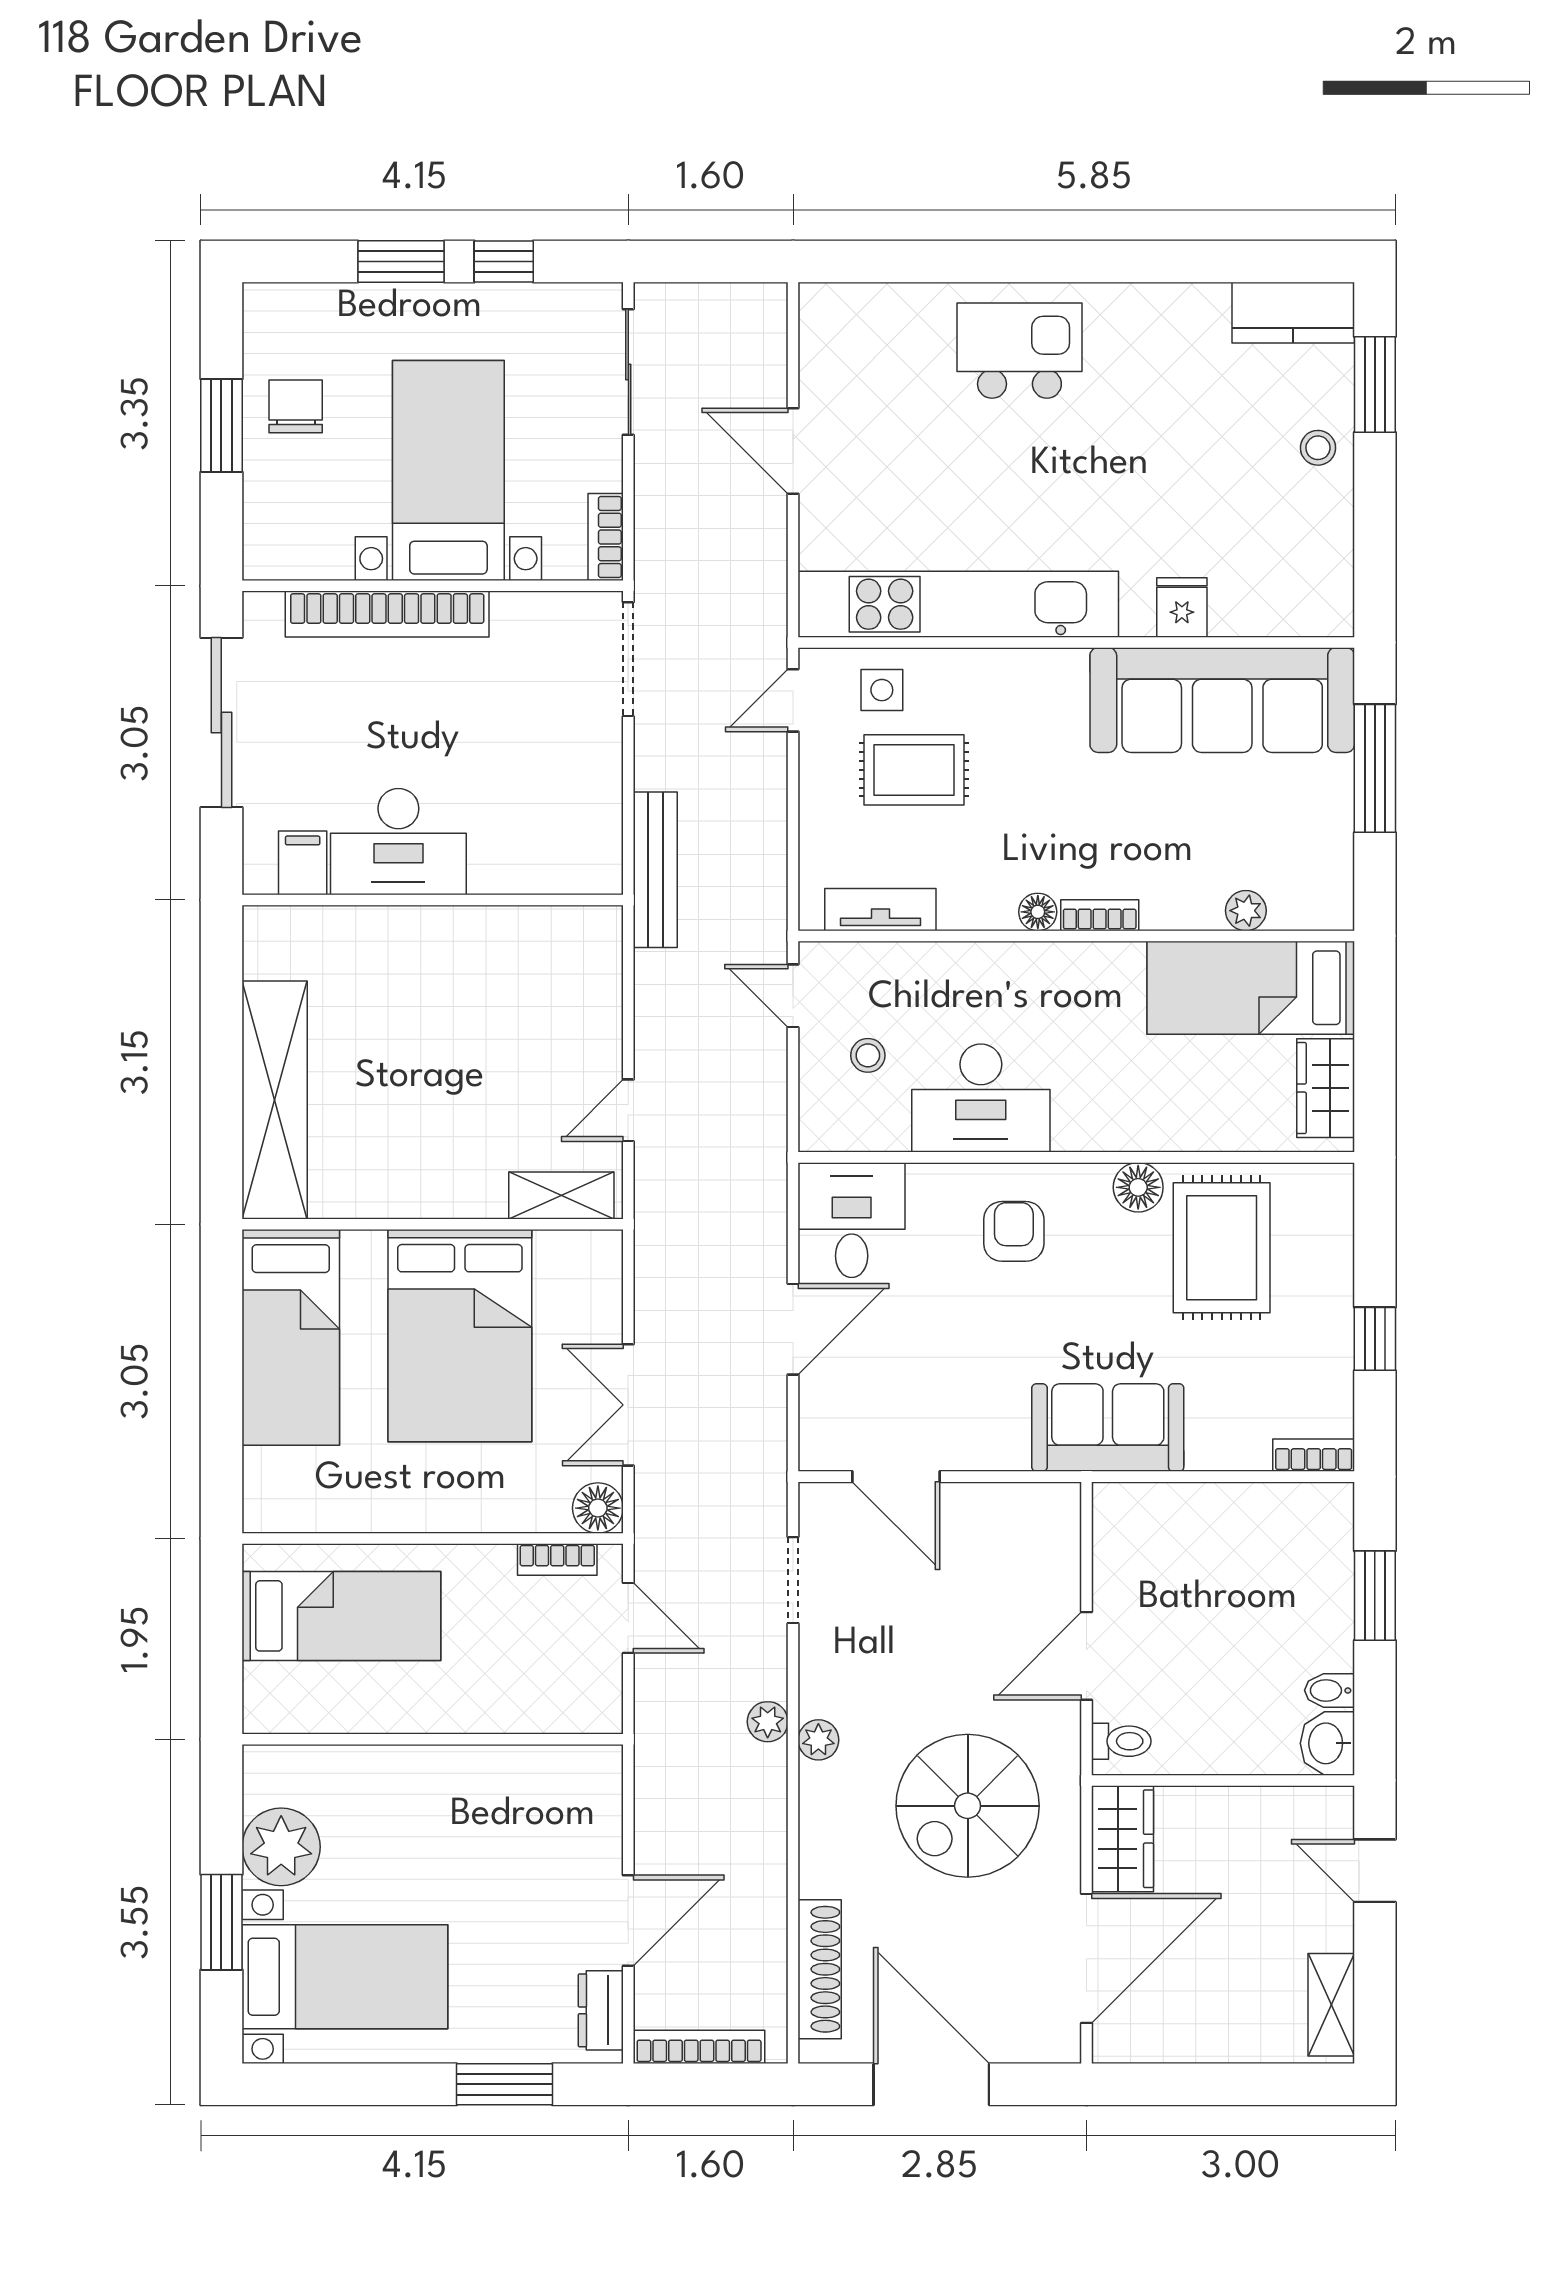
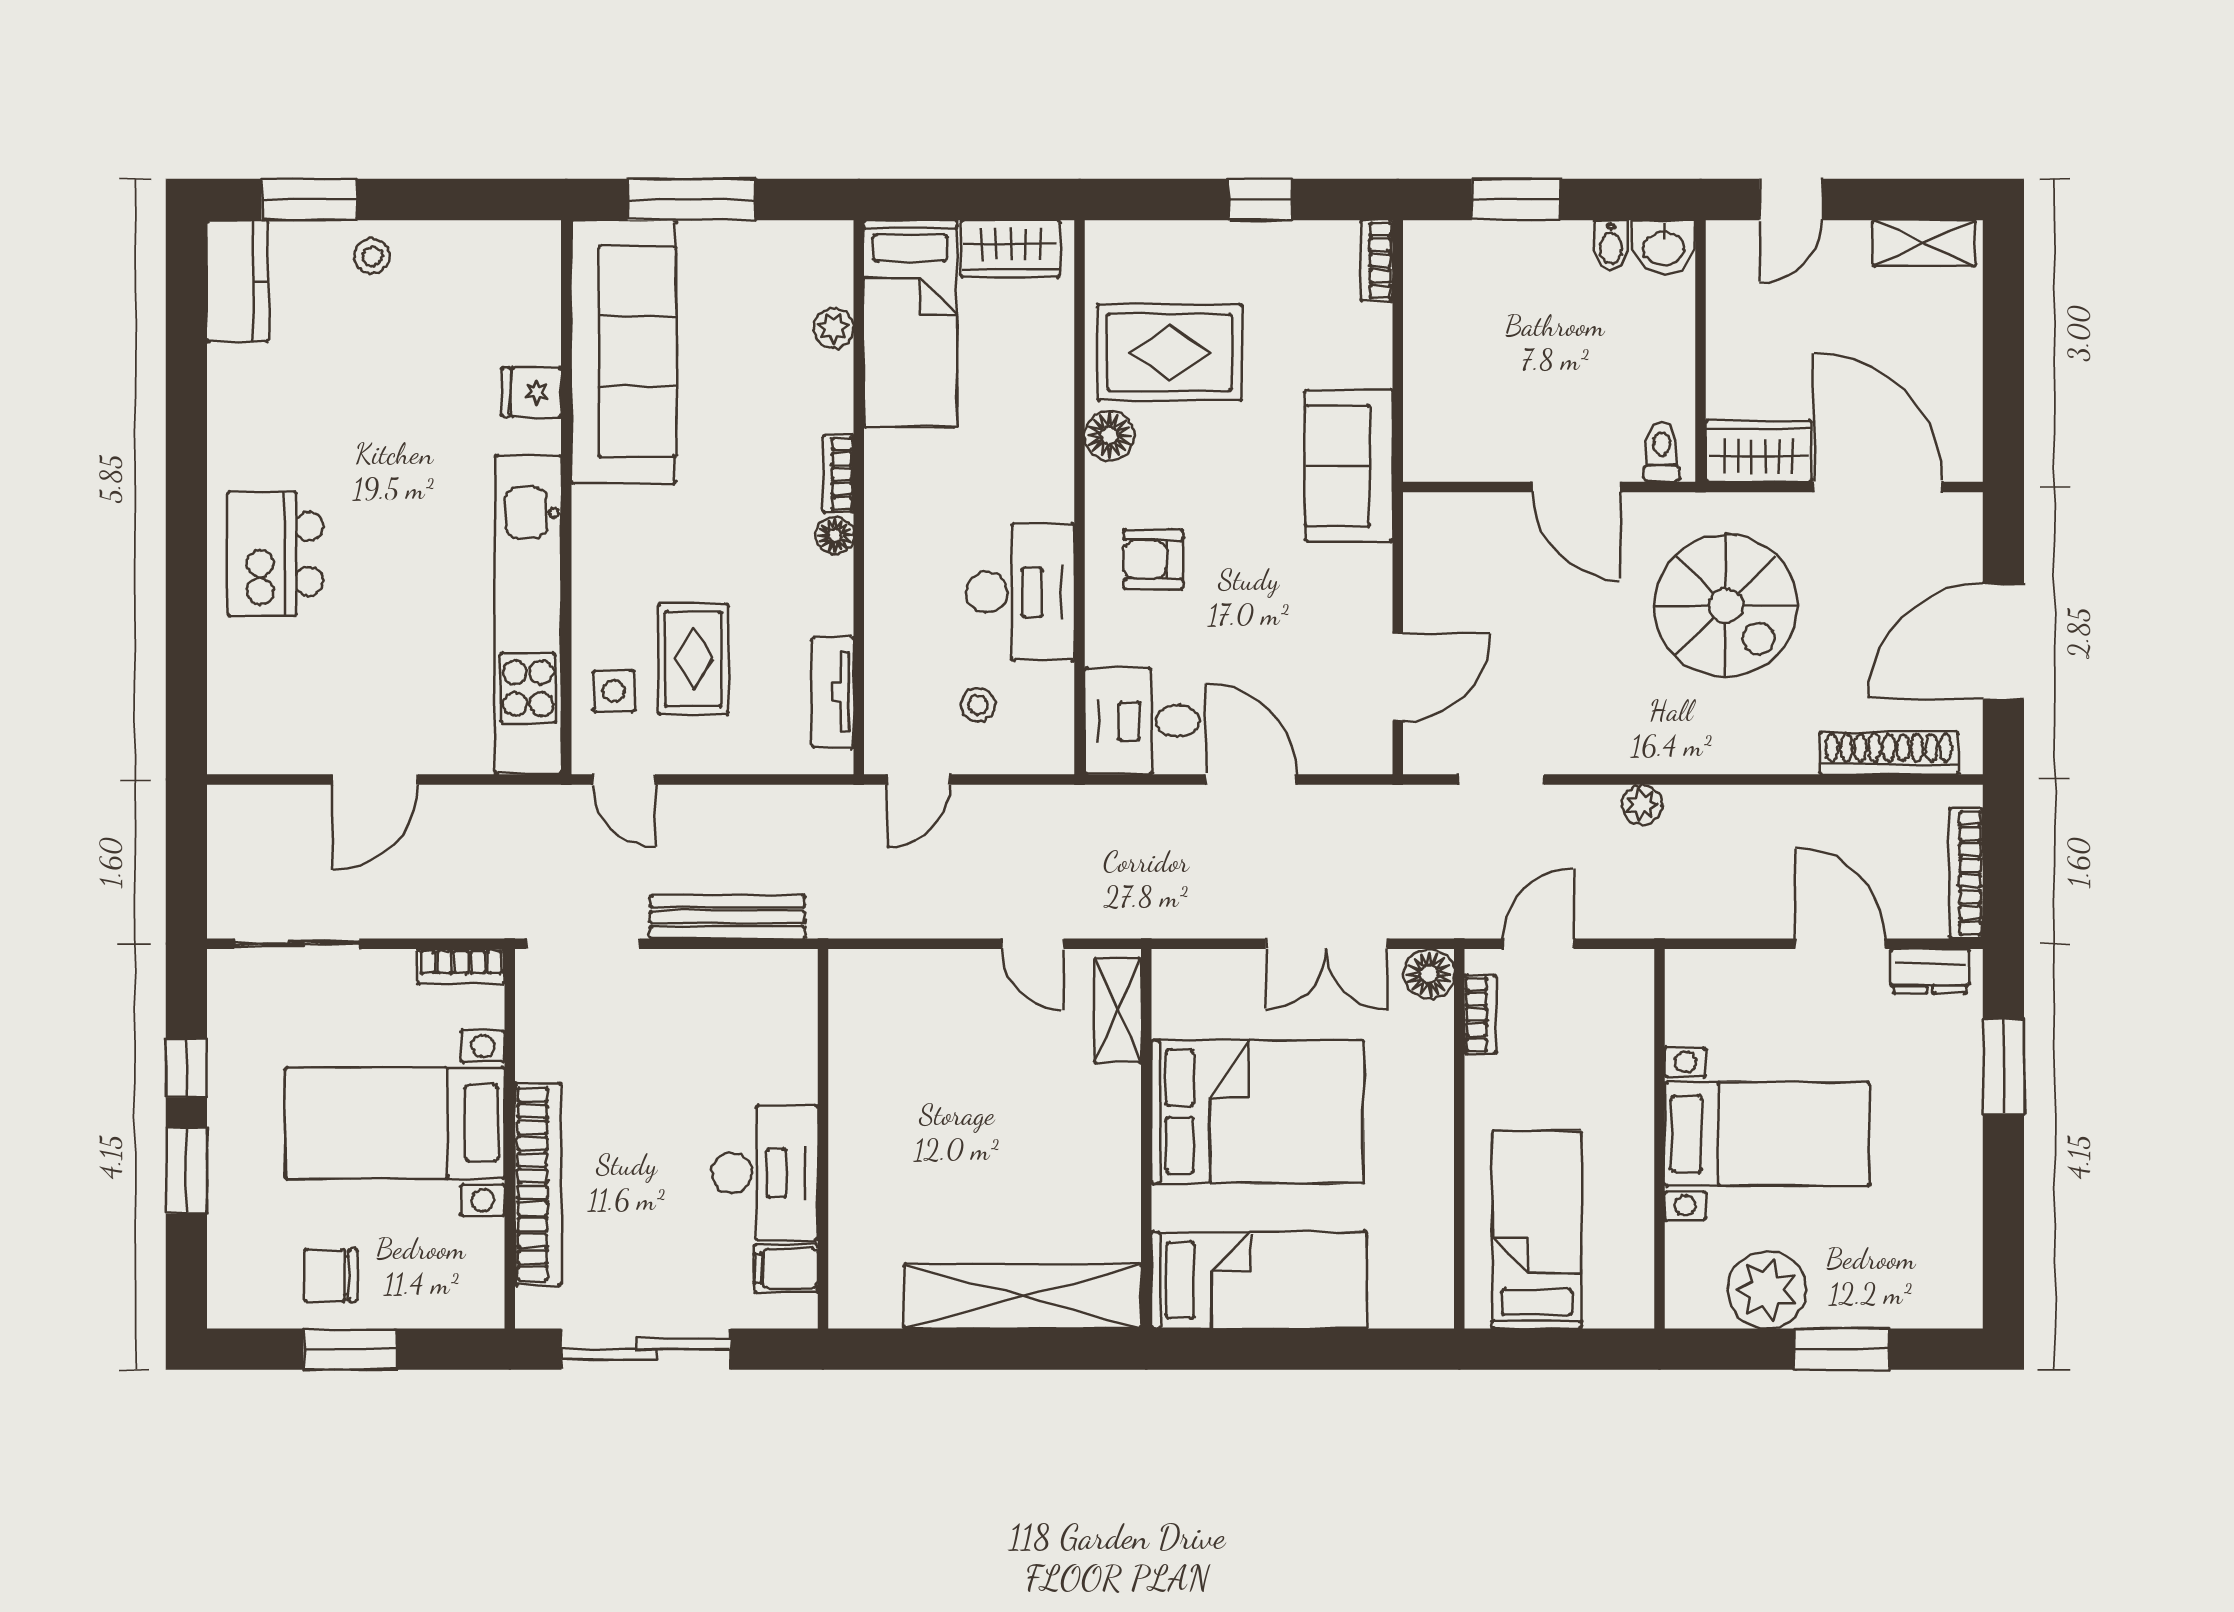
bench: (655, 870) -> (727, 917), moved
plant: (818, 1740) -> (1660, 754), removed
bed with nightstands: (345, 1977) -> (1767, 1134), moved, turned 90

